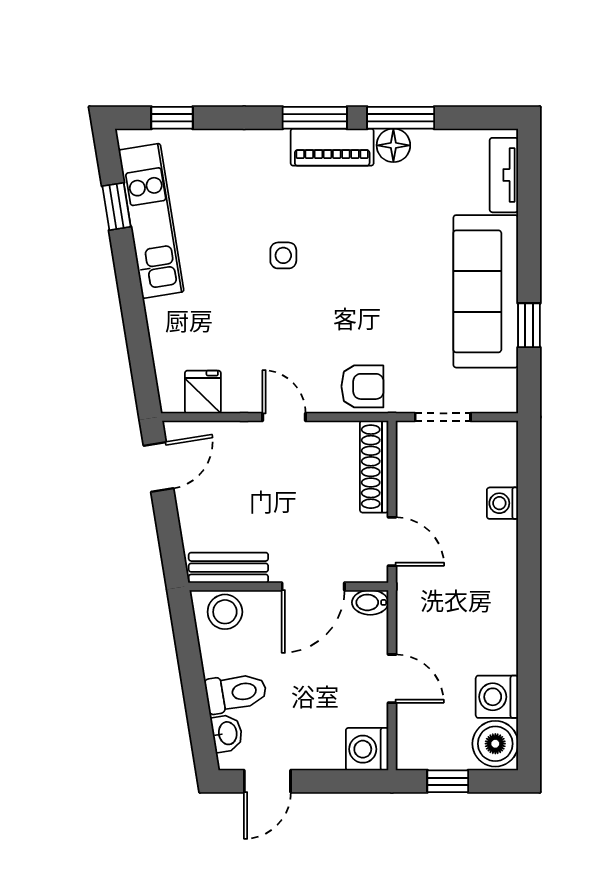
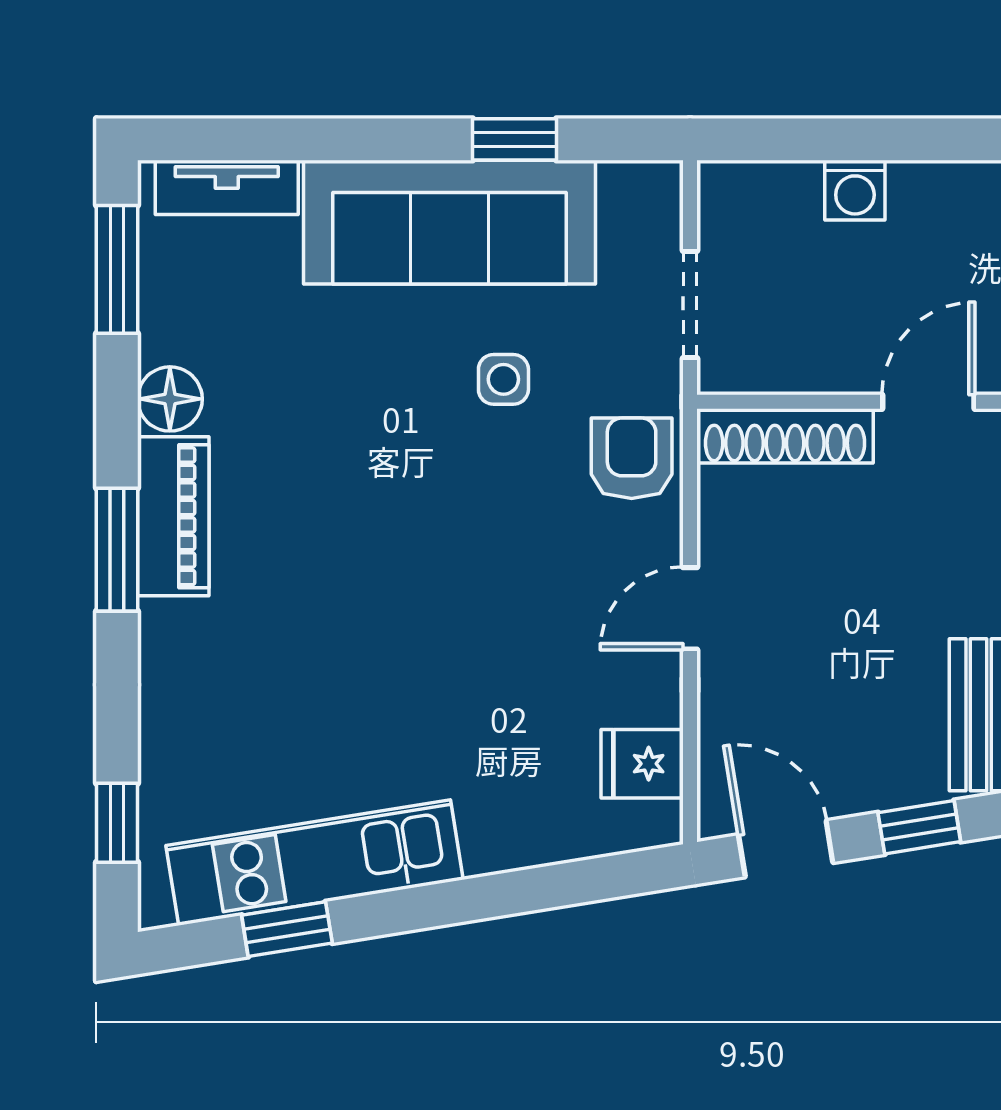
window: (401, 118) -> (117, 269), moved
side table: (283, 255) -> (503, 379), moved
window: (170, 537) -> (919, 827), added

